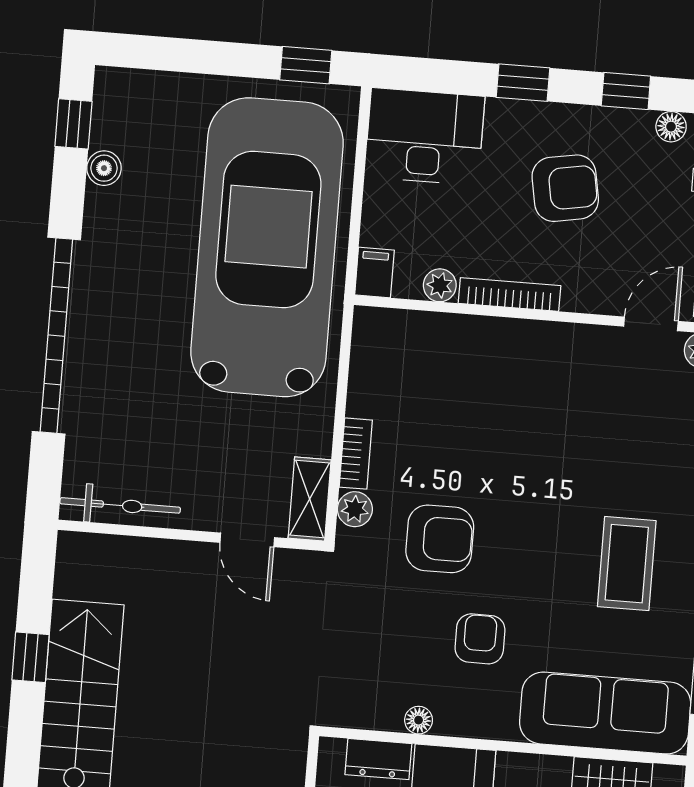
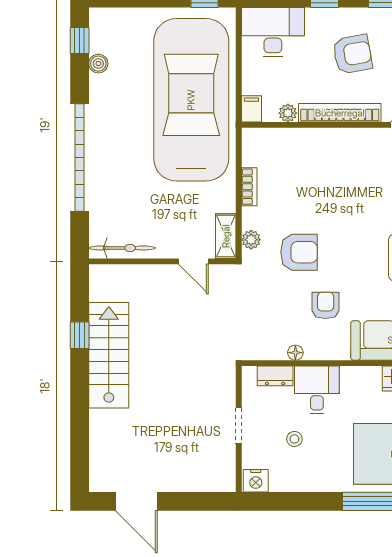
bookcase: (509, 294) -> (340, 113), width x1.48, depth x1.31
bookcase: (356, 454) -> (249, 187), moved

